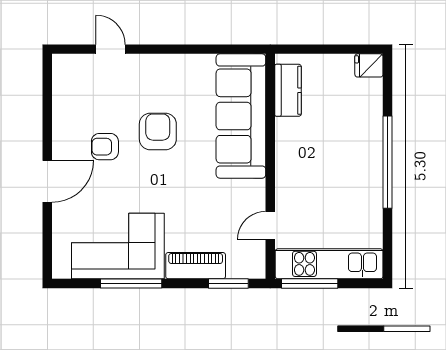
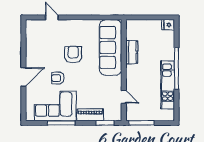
kitchen counter: (288, 90) -> (132, 52), moved
armchair: (105, 147) -> (58, 78), moved
door: (270, 226) -> (124, 97), swing flipped
kitchen unit: (329, 264) -> (168, 85), moved, turned -90

